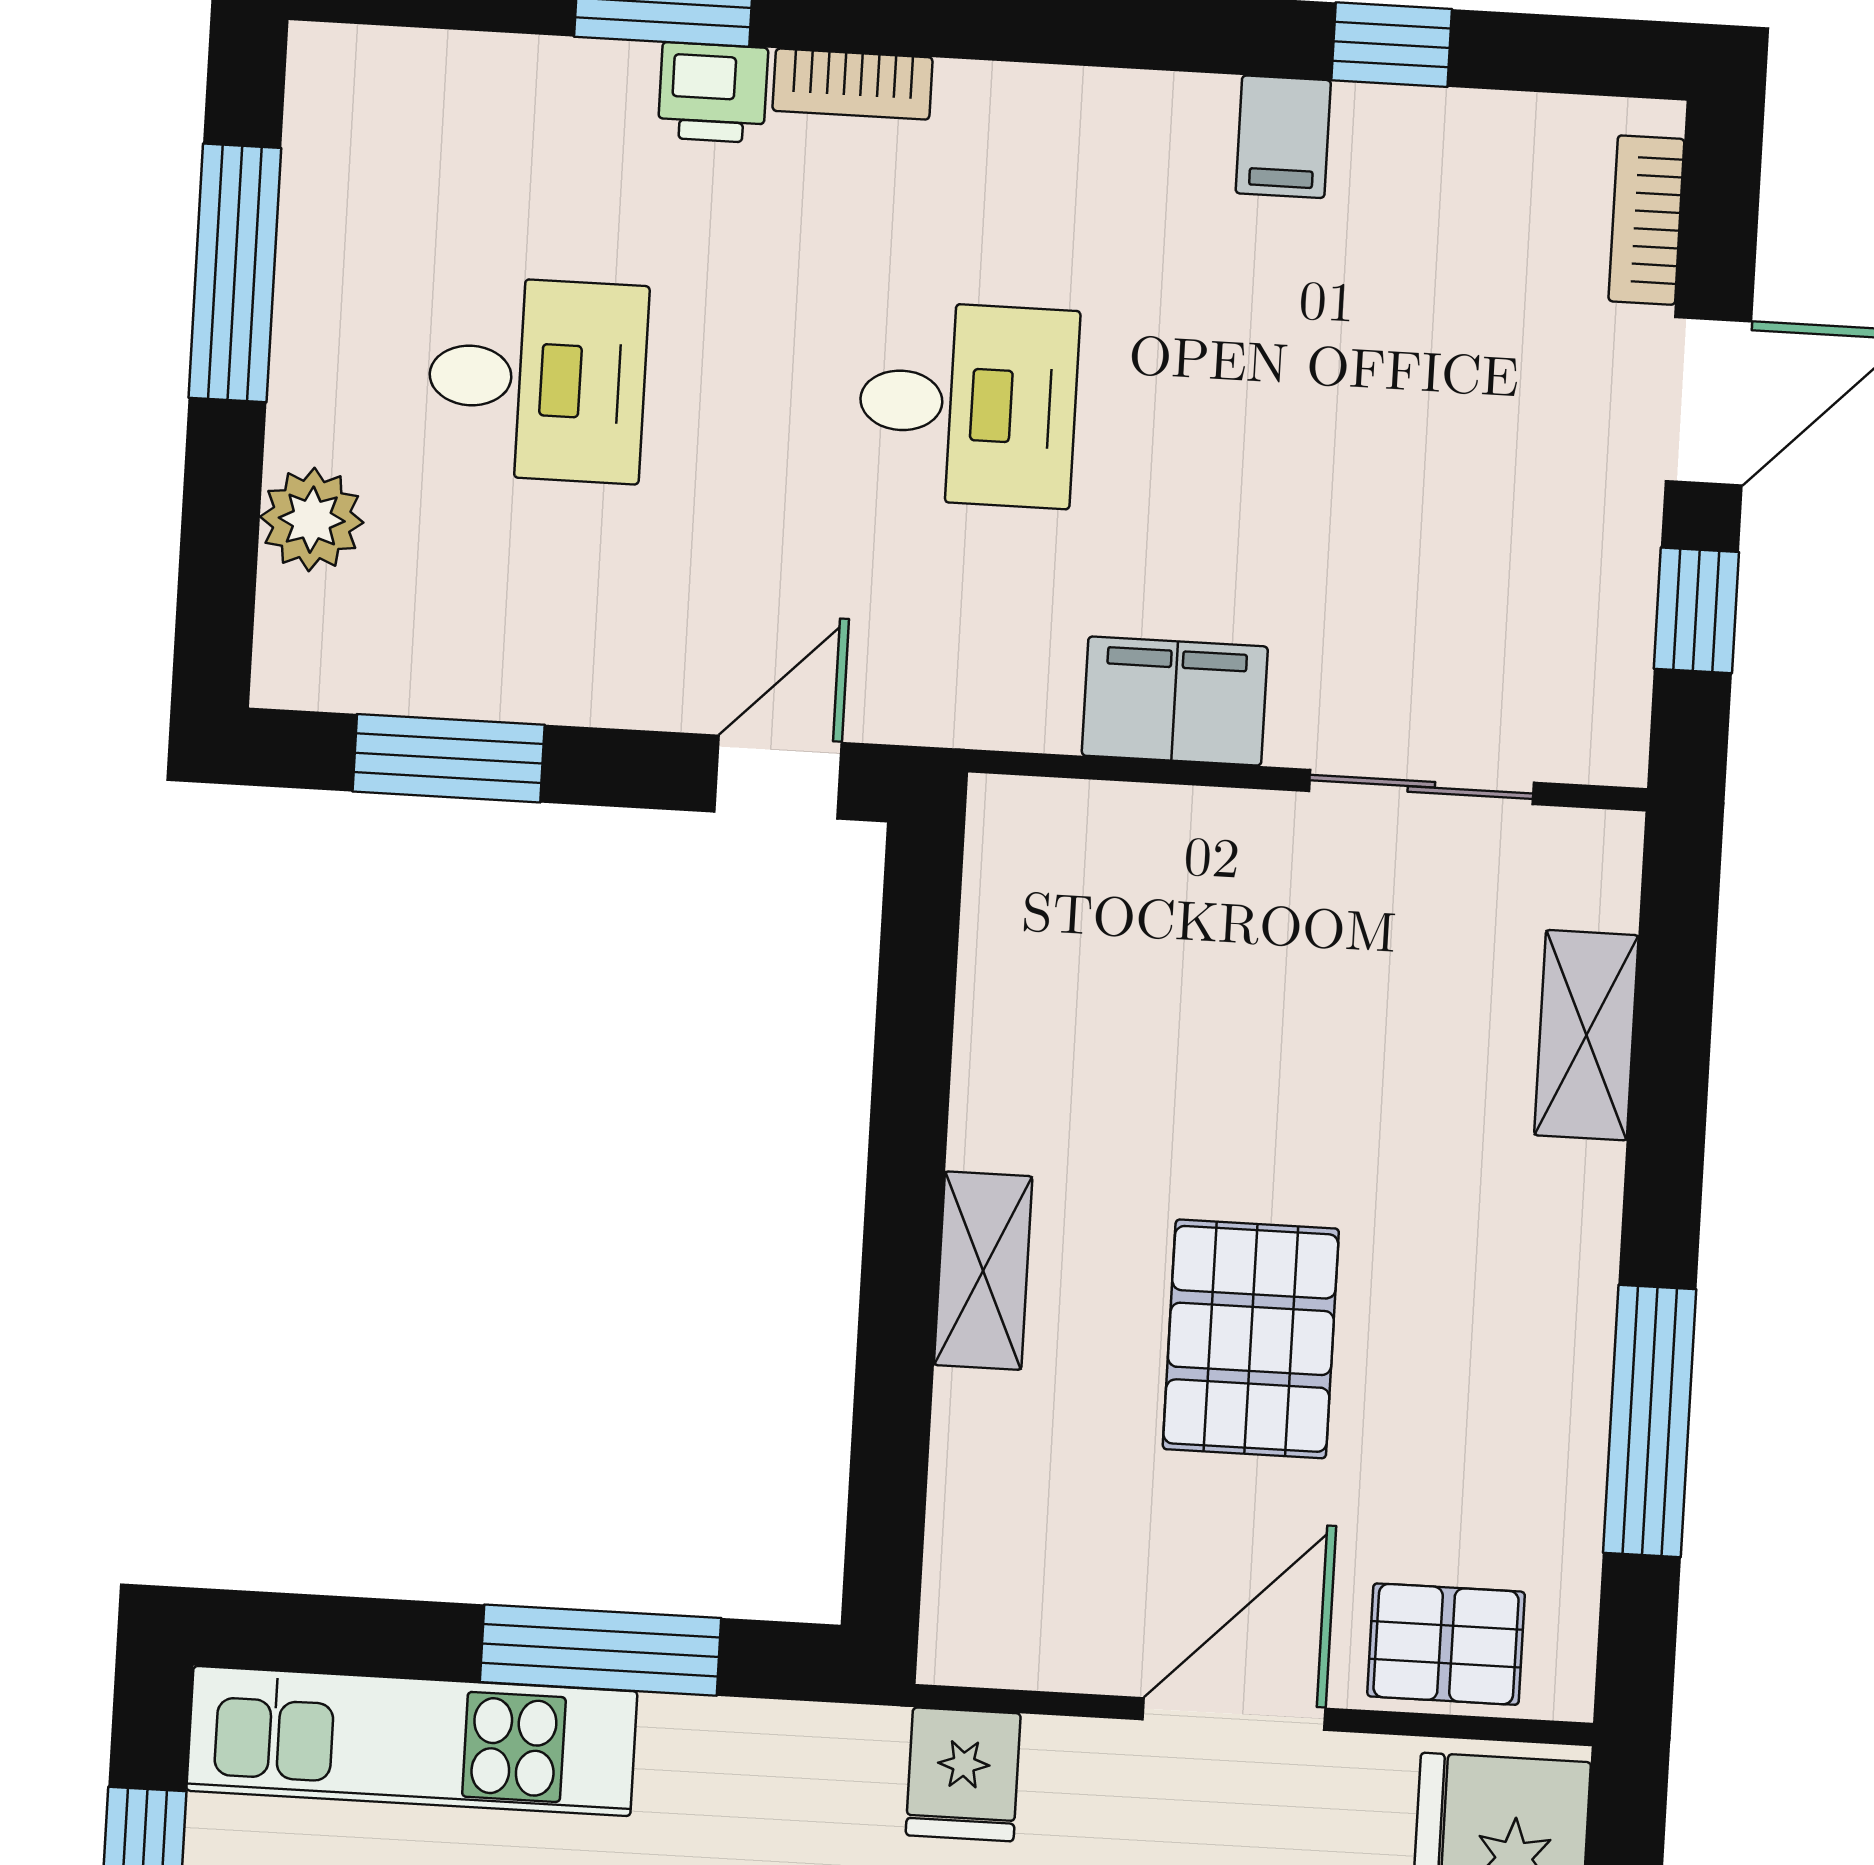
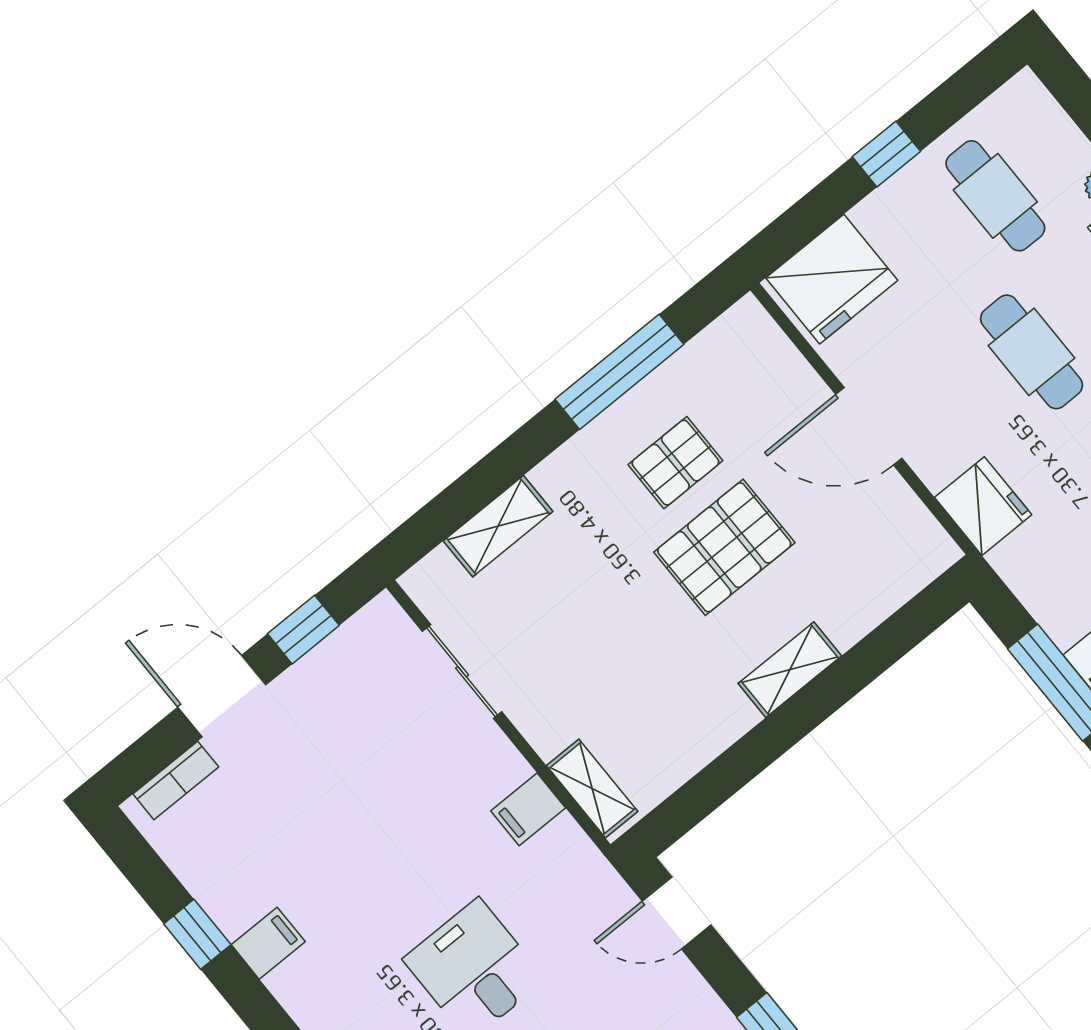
filing cabinet: (1175, 701) -> (528, 809), width x0.50
shelving: (1075, 820) -> (592, 788), added
pallet: (1446, 1644) -> (675, 463), moved, turned 90
fridge: (963, 1774) -> (983, 506), width x1.38

